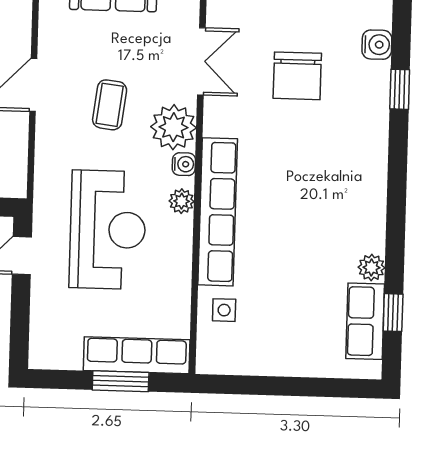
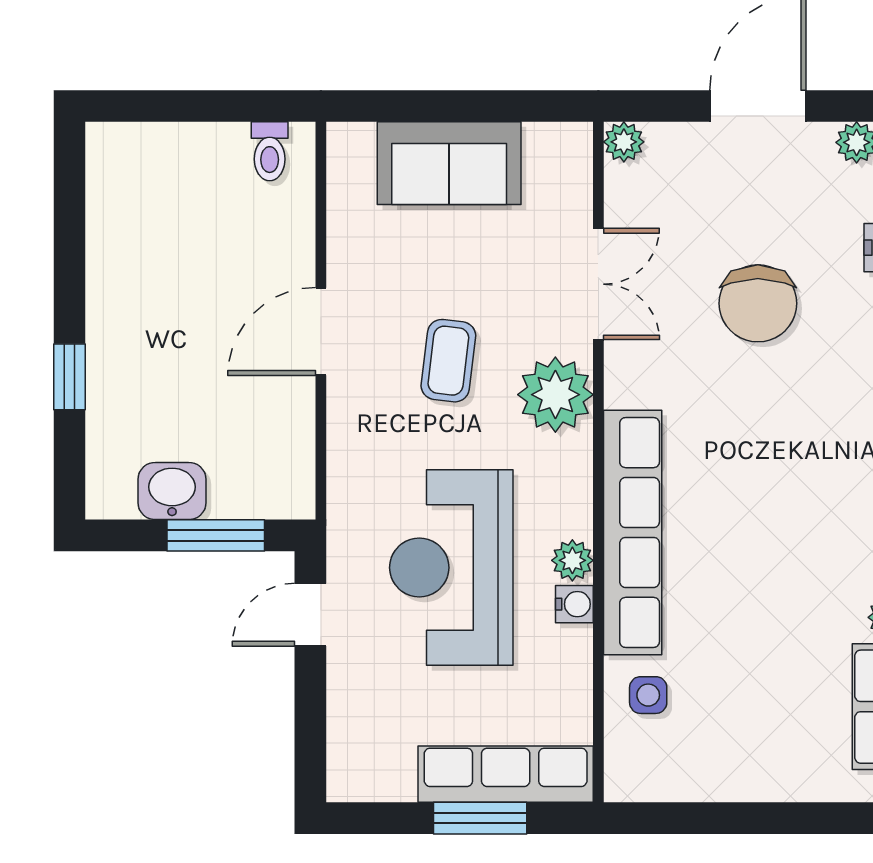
water cooler: (184, 164) -> (574, 604), moved
plant: (182, 201) -> (572, 560), moved
reception desk: (108, 230) -> (451, 568), turned 180

